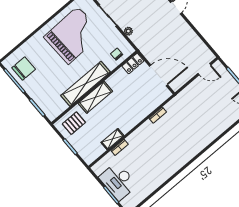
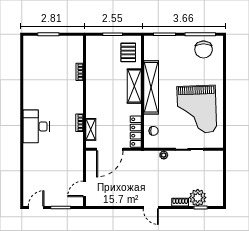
locker: (133, 64) -> (136, 132), width x1.53
shelving: (112, 139) -> (91, 129), moved
desk: (118, 181) -> (36, 126), moved, turned -90

